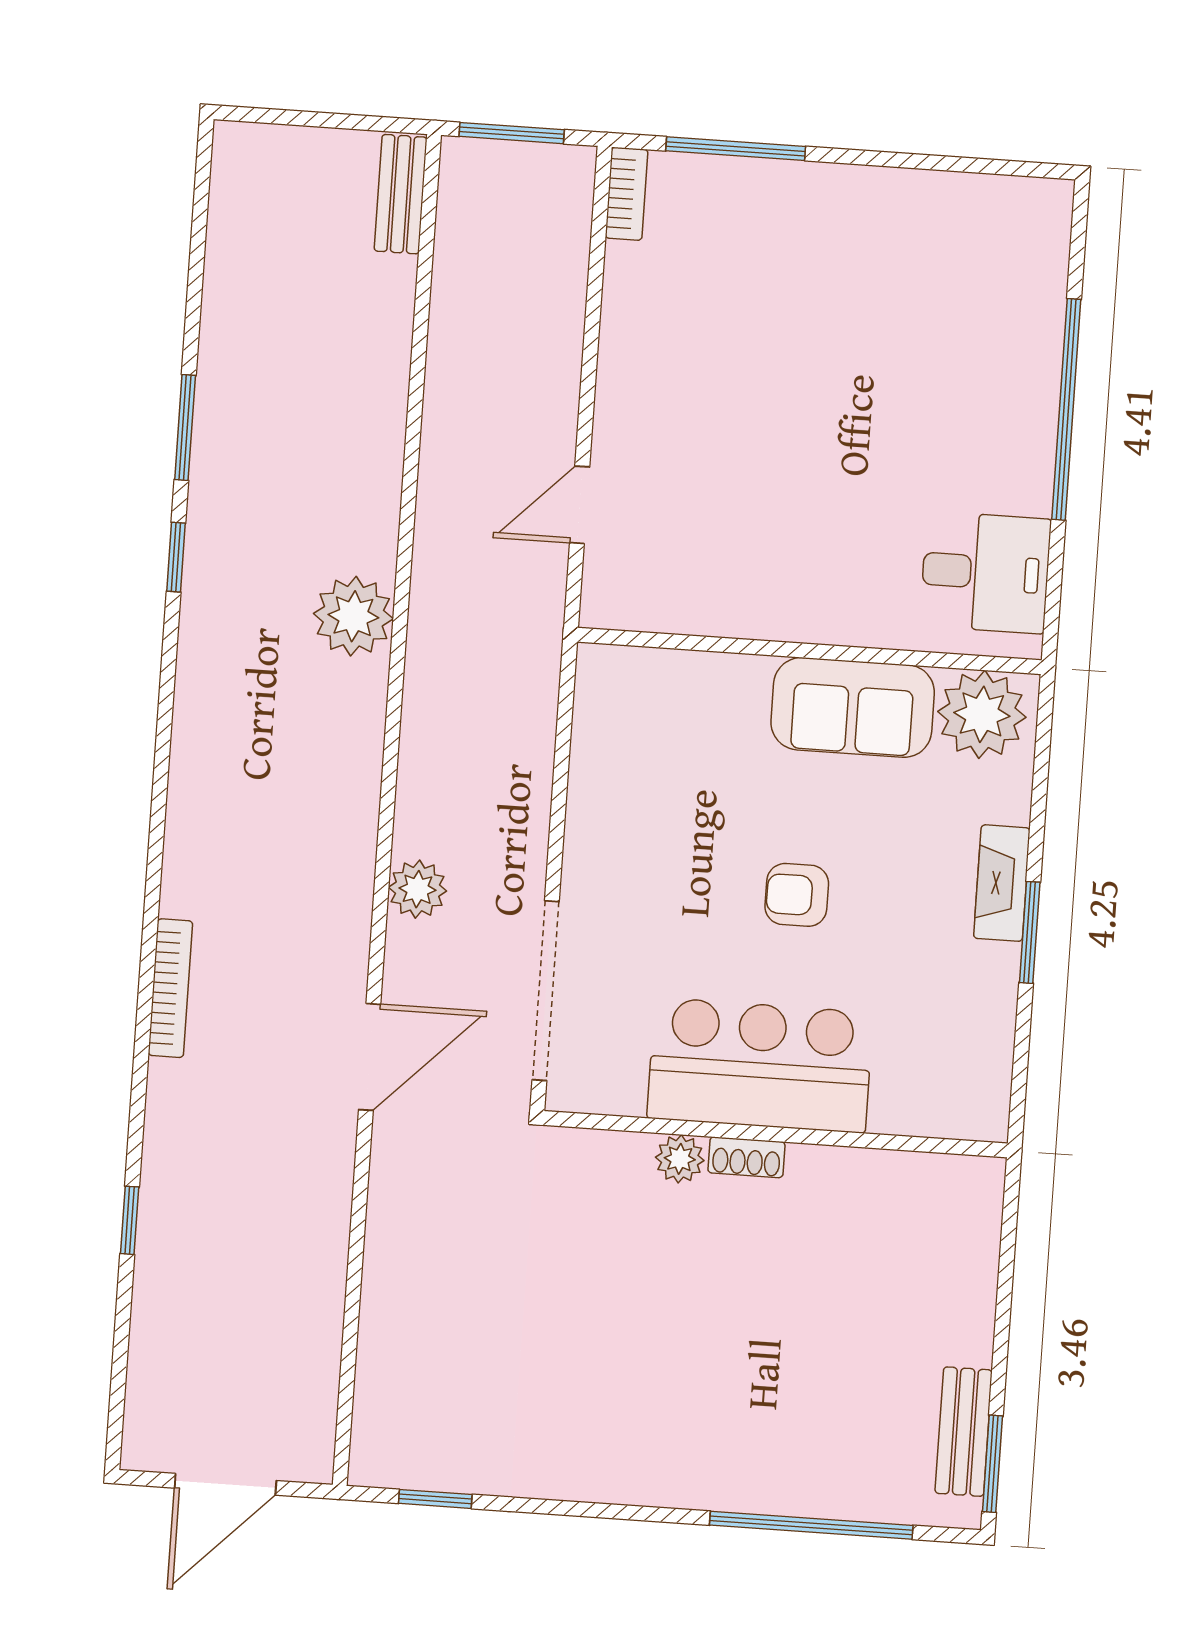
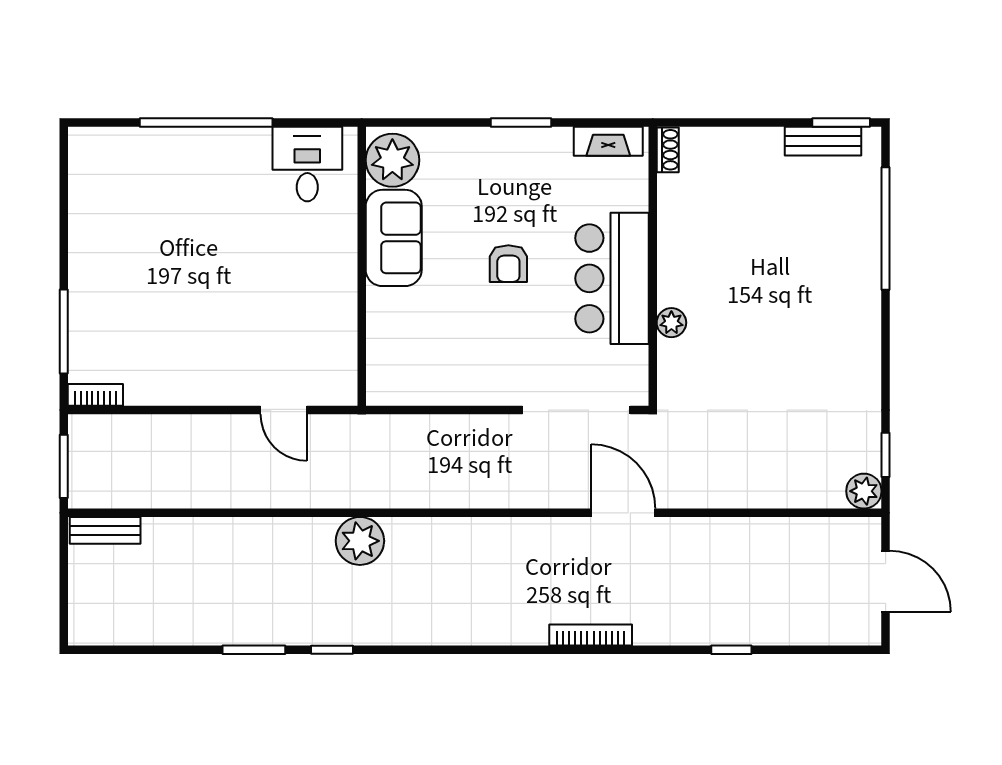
fireplace: (1002, 883) -> (608, 141), moved
plant: (418, 889) -> (864, 491), moved
shoe rack: (746, 1157) -> (668, 150), moved

